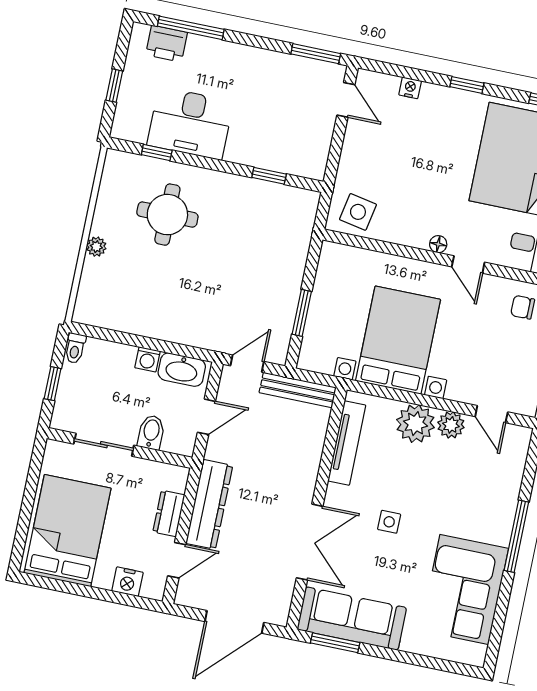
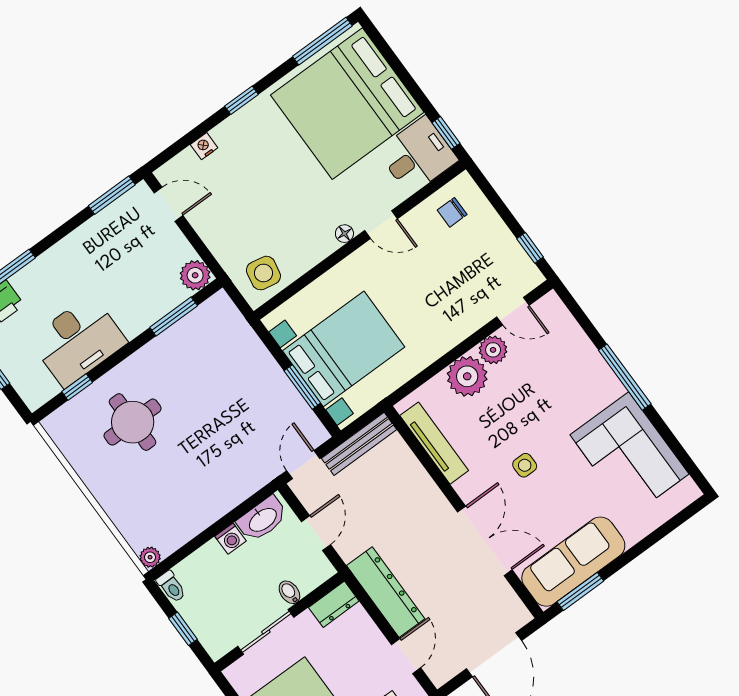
plant: (312, 165) -> (195, 275), added
window: (269, 176) -> (174, 316), width x1.50
plant: (96, 247) -> (150, 557), moved
bed with nightstands: (398, 340) -> (344, 349), moved, turned 90
bidet: (151, 432) -> (289, 592), width x0.72, depth x0.74
dresser: (169, 513) -> (334, 604), moved, turned -90

